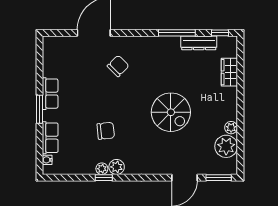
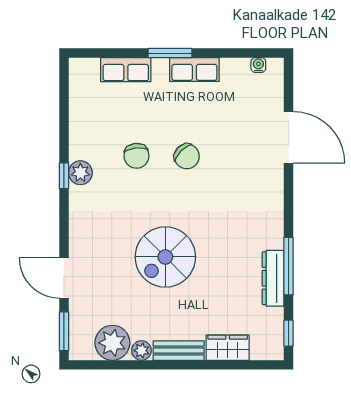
dresser: (199, 43) -> (273, 278), moved
chair: (118, 66) -> (187, 156), moved
bench: (231, 104) -> (179, 351), added
water cooler: (47, 160) -> (258, 65), moved
plant: (102, 169) -> (78, 150), removed
window: (104, 178) -> (64, 176), moved

